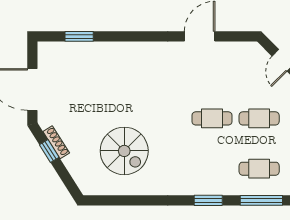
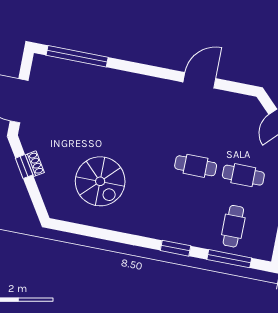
window: (79, 36) -> (77, 56), width x2.11
shoe rack: (56, 142) -> (35, 164), width x0.70
cafe table: (259, 169) -> (233, 226), turned 90

